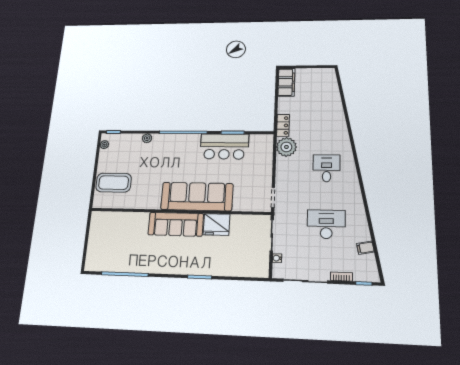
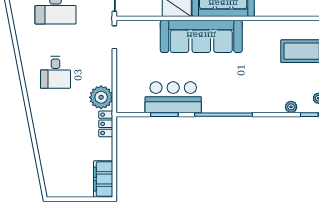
plant: (147, 138) -> (291, 107), moved

